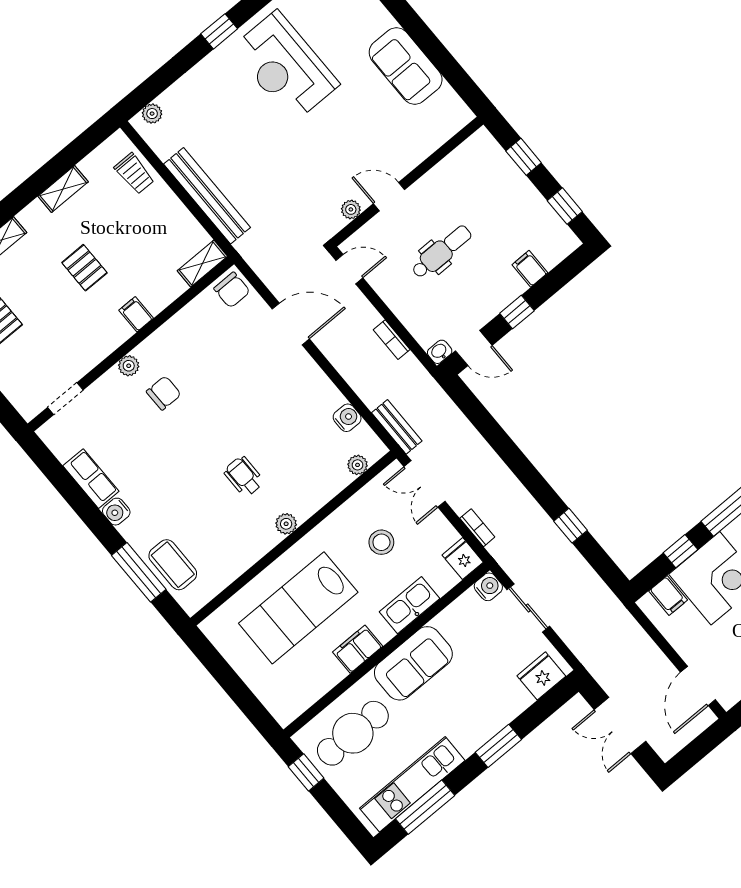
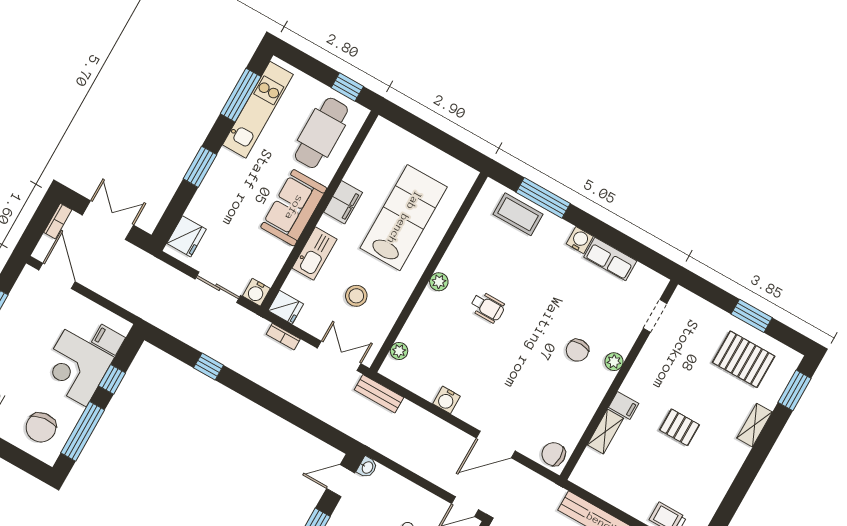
shelving: (63, 189) -> (721, 484), removed
shelving: (202, 263) -> (605, 432), moved
bookcase: (392, 340) -> (58, 221), moved, turned 90
water cooler: (347, 418) -> (447, 400), moved

